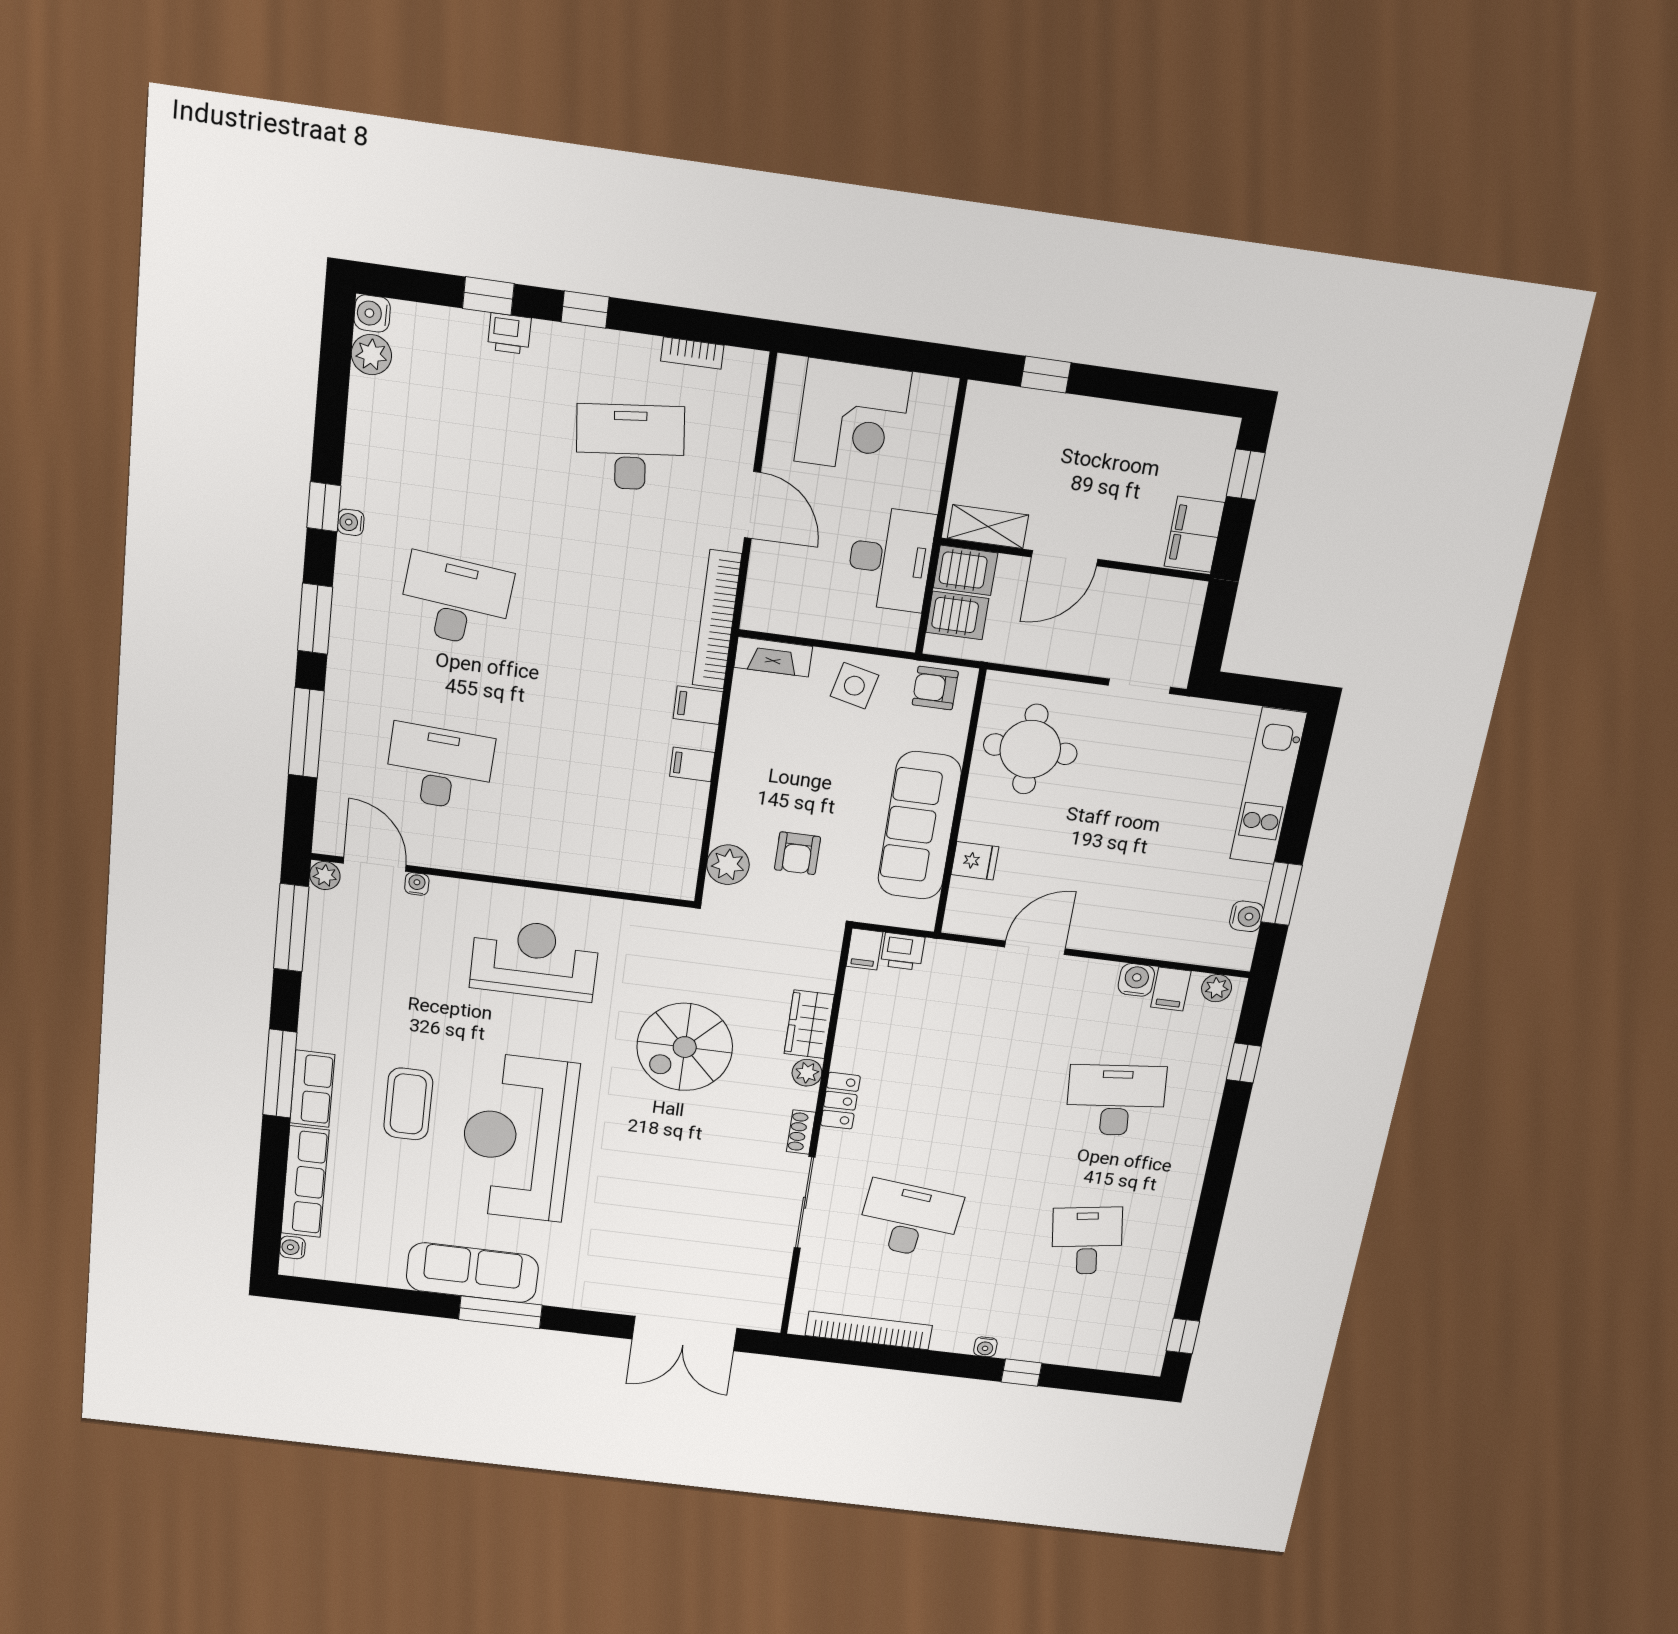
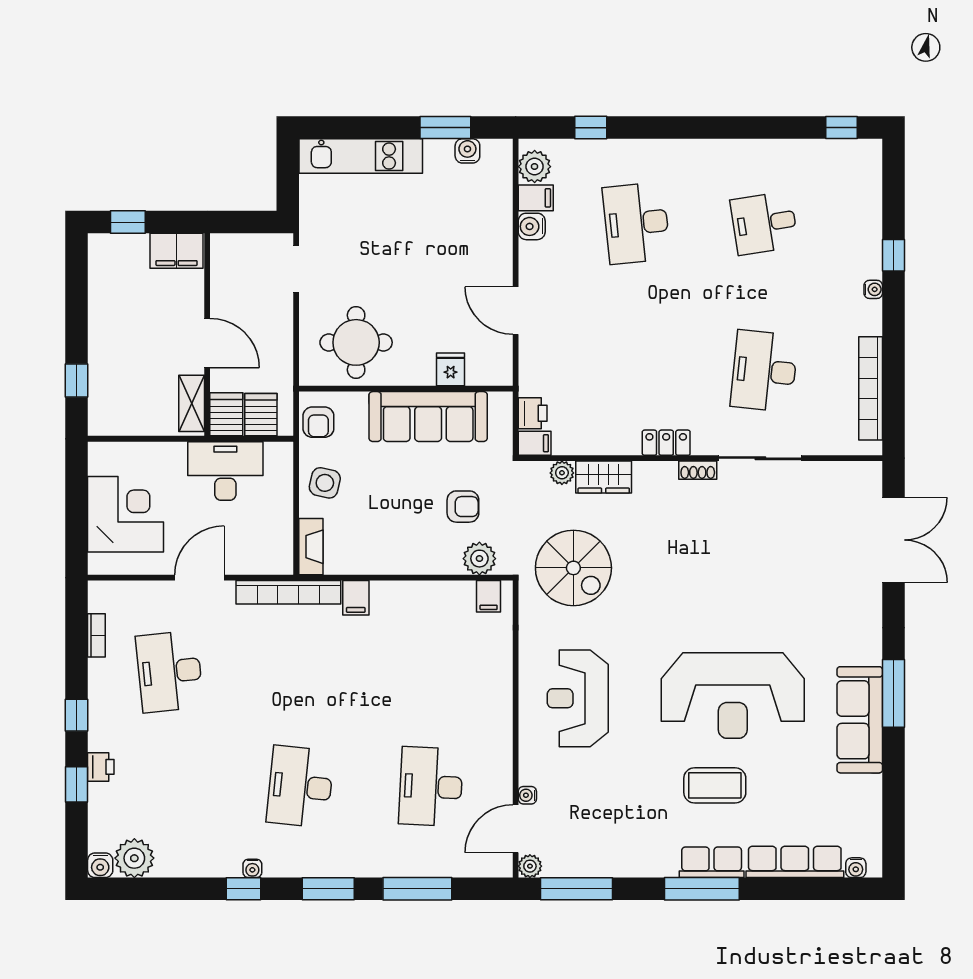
plant: (371, 355) -> (134, 858), width x1.36, depth x1.36
filing cabinet: (692, 764) -> (489, 596), moved
plant: (1217, 988) -> (535, 167), width x1.38, depth x1.38
spiral stairs: (685, 1047) -> (573, 568), moved
plant: (807, 1073) -> (562, 473), moved

